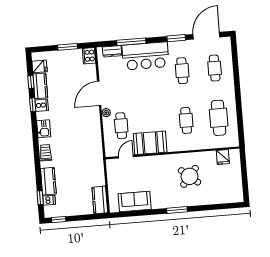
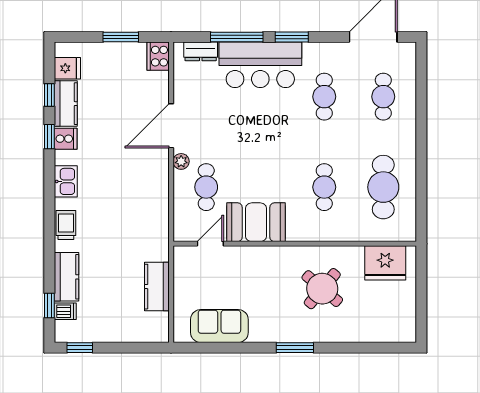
window: (176, 38) -> (292, 37), moved
fridge: (223, 157) -> (385, 263), width x1.88, depth x1.34
kitchen counter: (100, 200) -> (157, 287), moved

